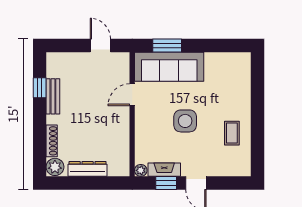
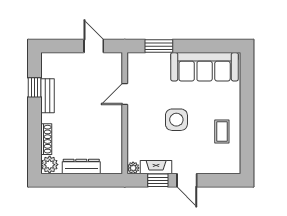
sofa: (169, 67) -> (205, 67), moved

